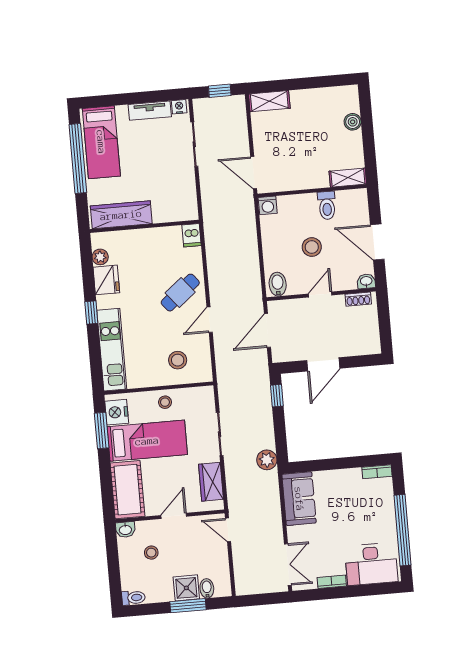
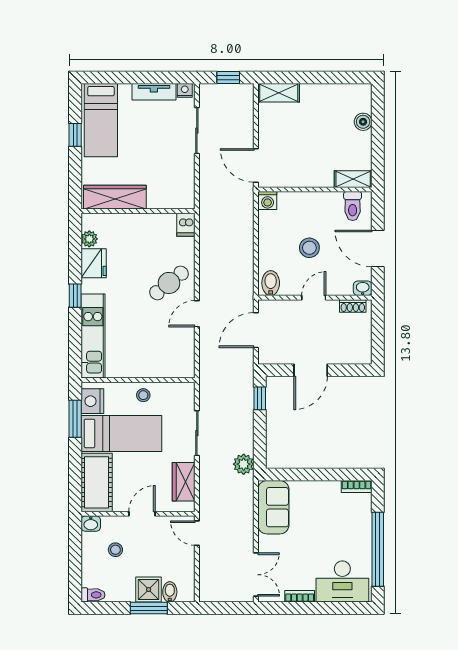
window: (78, 159) -> (75, 135), width x0.32
toilet: (327, 205) -> (353, 206), moved
stool: (178, 360) -> (160, 353), removed

